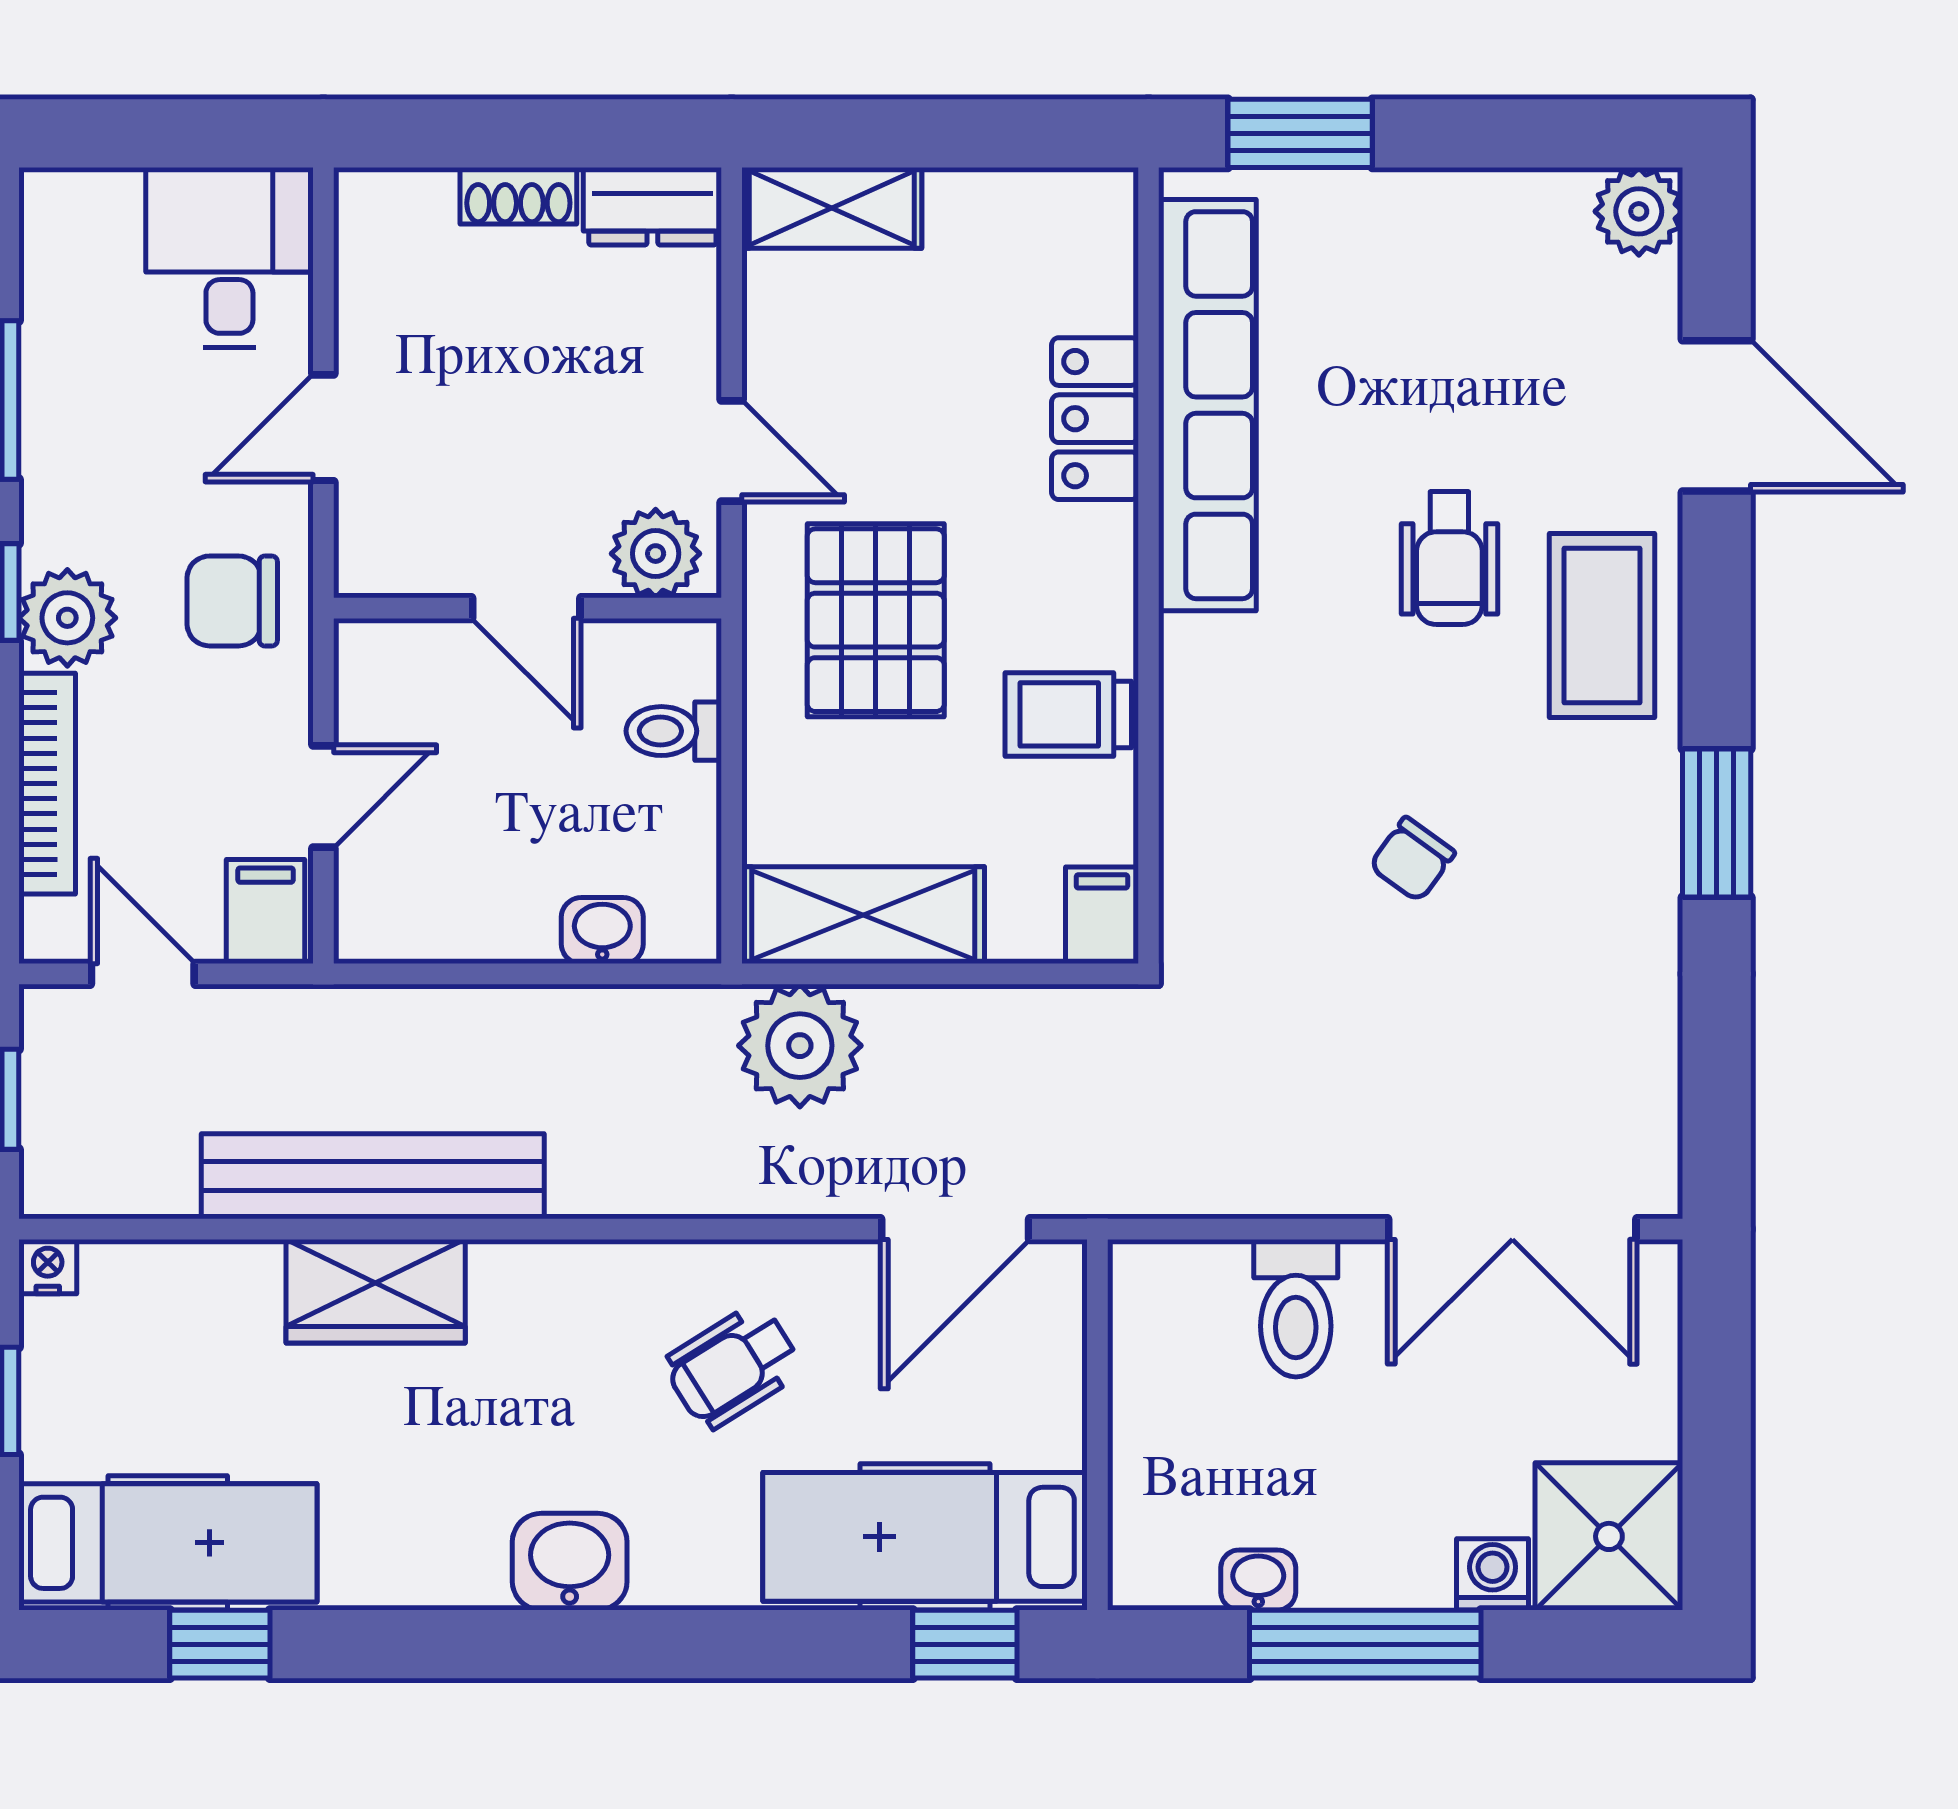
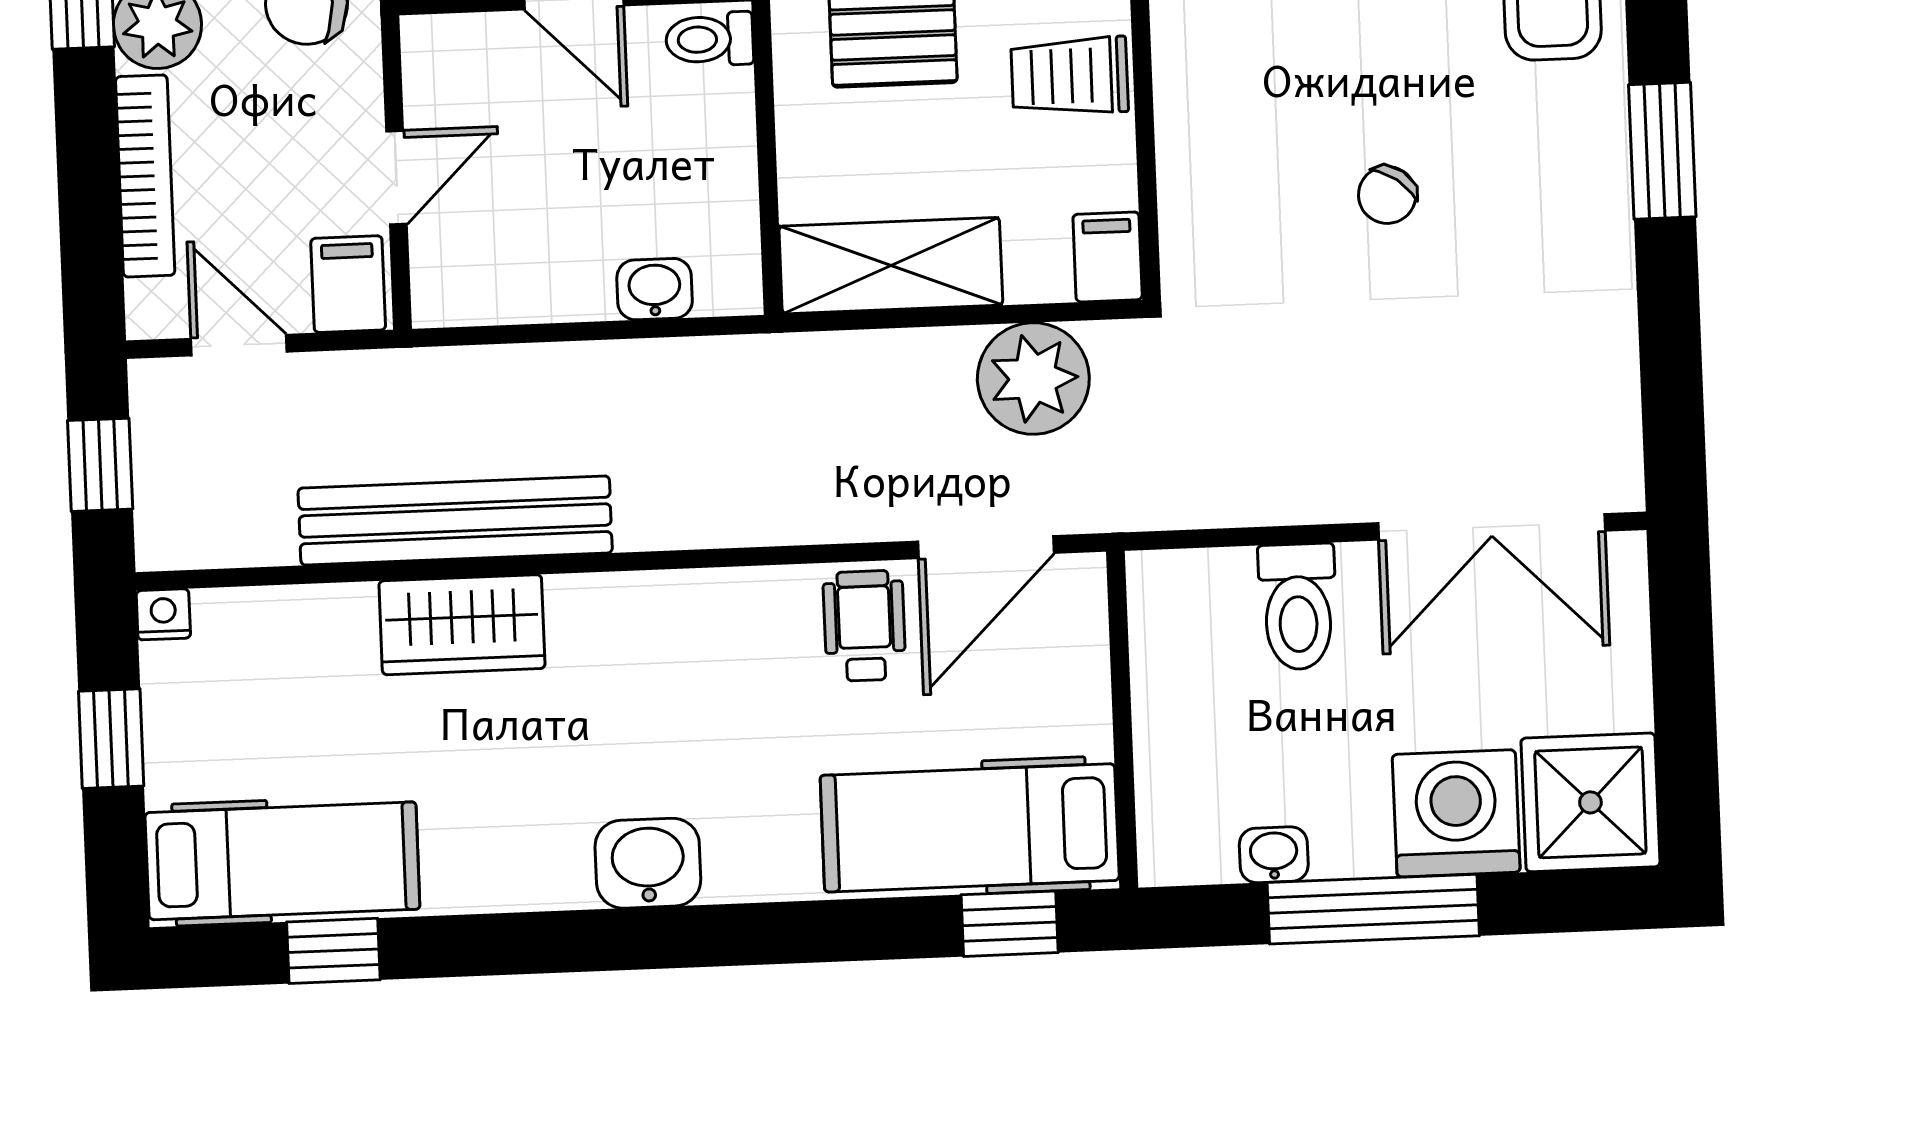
toilet: (674, 731) -> (710, 39), moved
plant: (800, 1046) -> (1033, 379), moved
wheelchair: (733, 1366) -> (864, 626), moved, turned 122
washing machine: (1493, 1574) -> (1456, 813), width x1.89, depth x1.89

